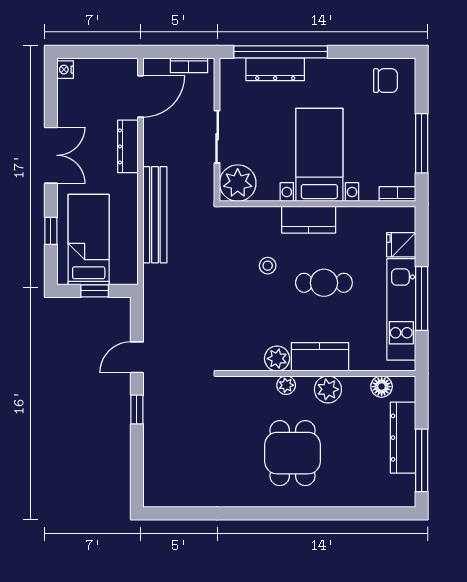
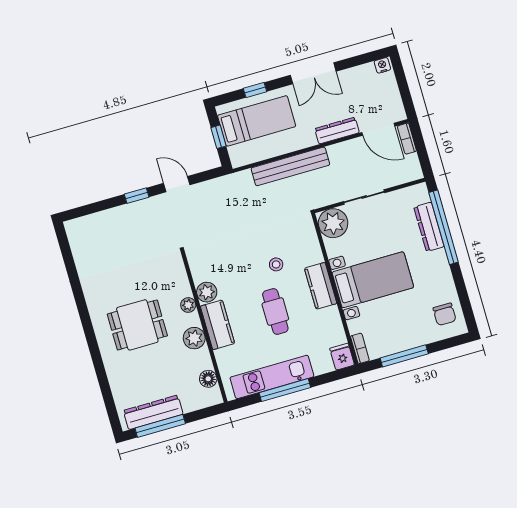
bookcase: (189, 65) -> (407, 139), moved
fridge: (401, 245) -> (342, 357), moved
dresser: (403, 438) -> (153, 412), moved

